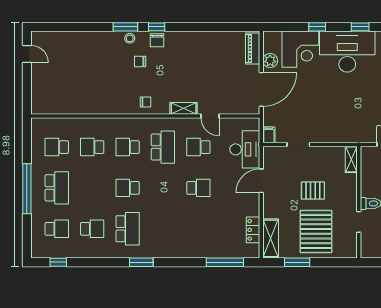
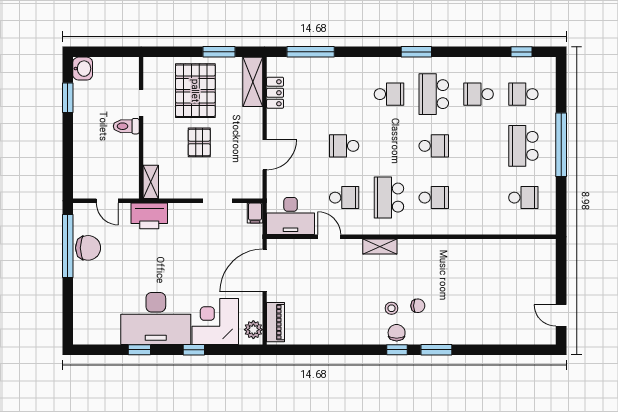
stool: (130, 38) -> (391, 308), moved
plant: (270, 61) -> (253, 330), moved
chair: (146, 102) -> (411, 254), removed
shelving: (184, 108) -> (380, 246), moved
printer: (352, 133) -> (149, 216), added
school desk: (92, 147) -> (389, 94), moved
desk: (245, 149) -> (291, 216), moved, turned -90
pallet: (313, 191) -> (199, 142), turned 90

